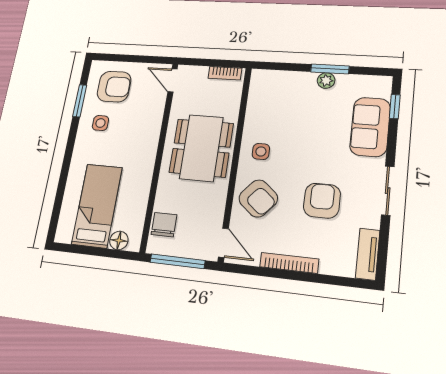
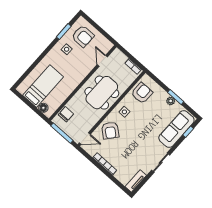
door: (173, 80) -> (102, 61), moved
sofa: (370, 127) -> (176, 129), width x1.36
armchair: (322, 201) -> (142, 93), moved
door: (223, 243) -> (85, 138), hinge flipped

